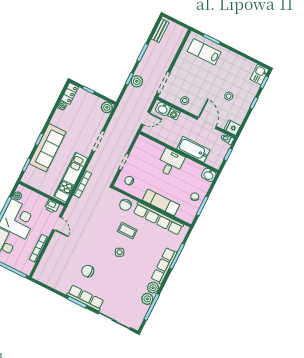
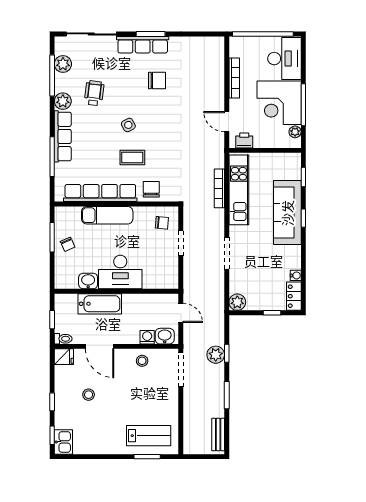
door: (146, 118) -> (181, 313), swing flipped
desk: (171, 163) -> (120, 272), width x1.37
washbasin: (209, 175) -> (88, 281), moved
wheelchair: (131, 283) -> (94, 93), added
plant: (147, 299) -> (63, 64), moved

